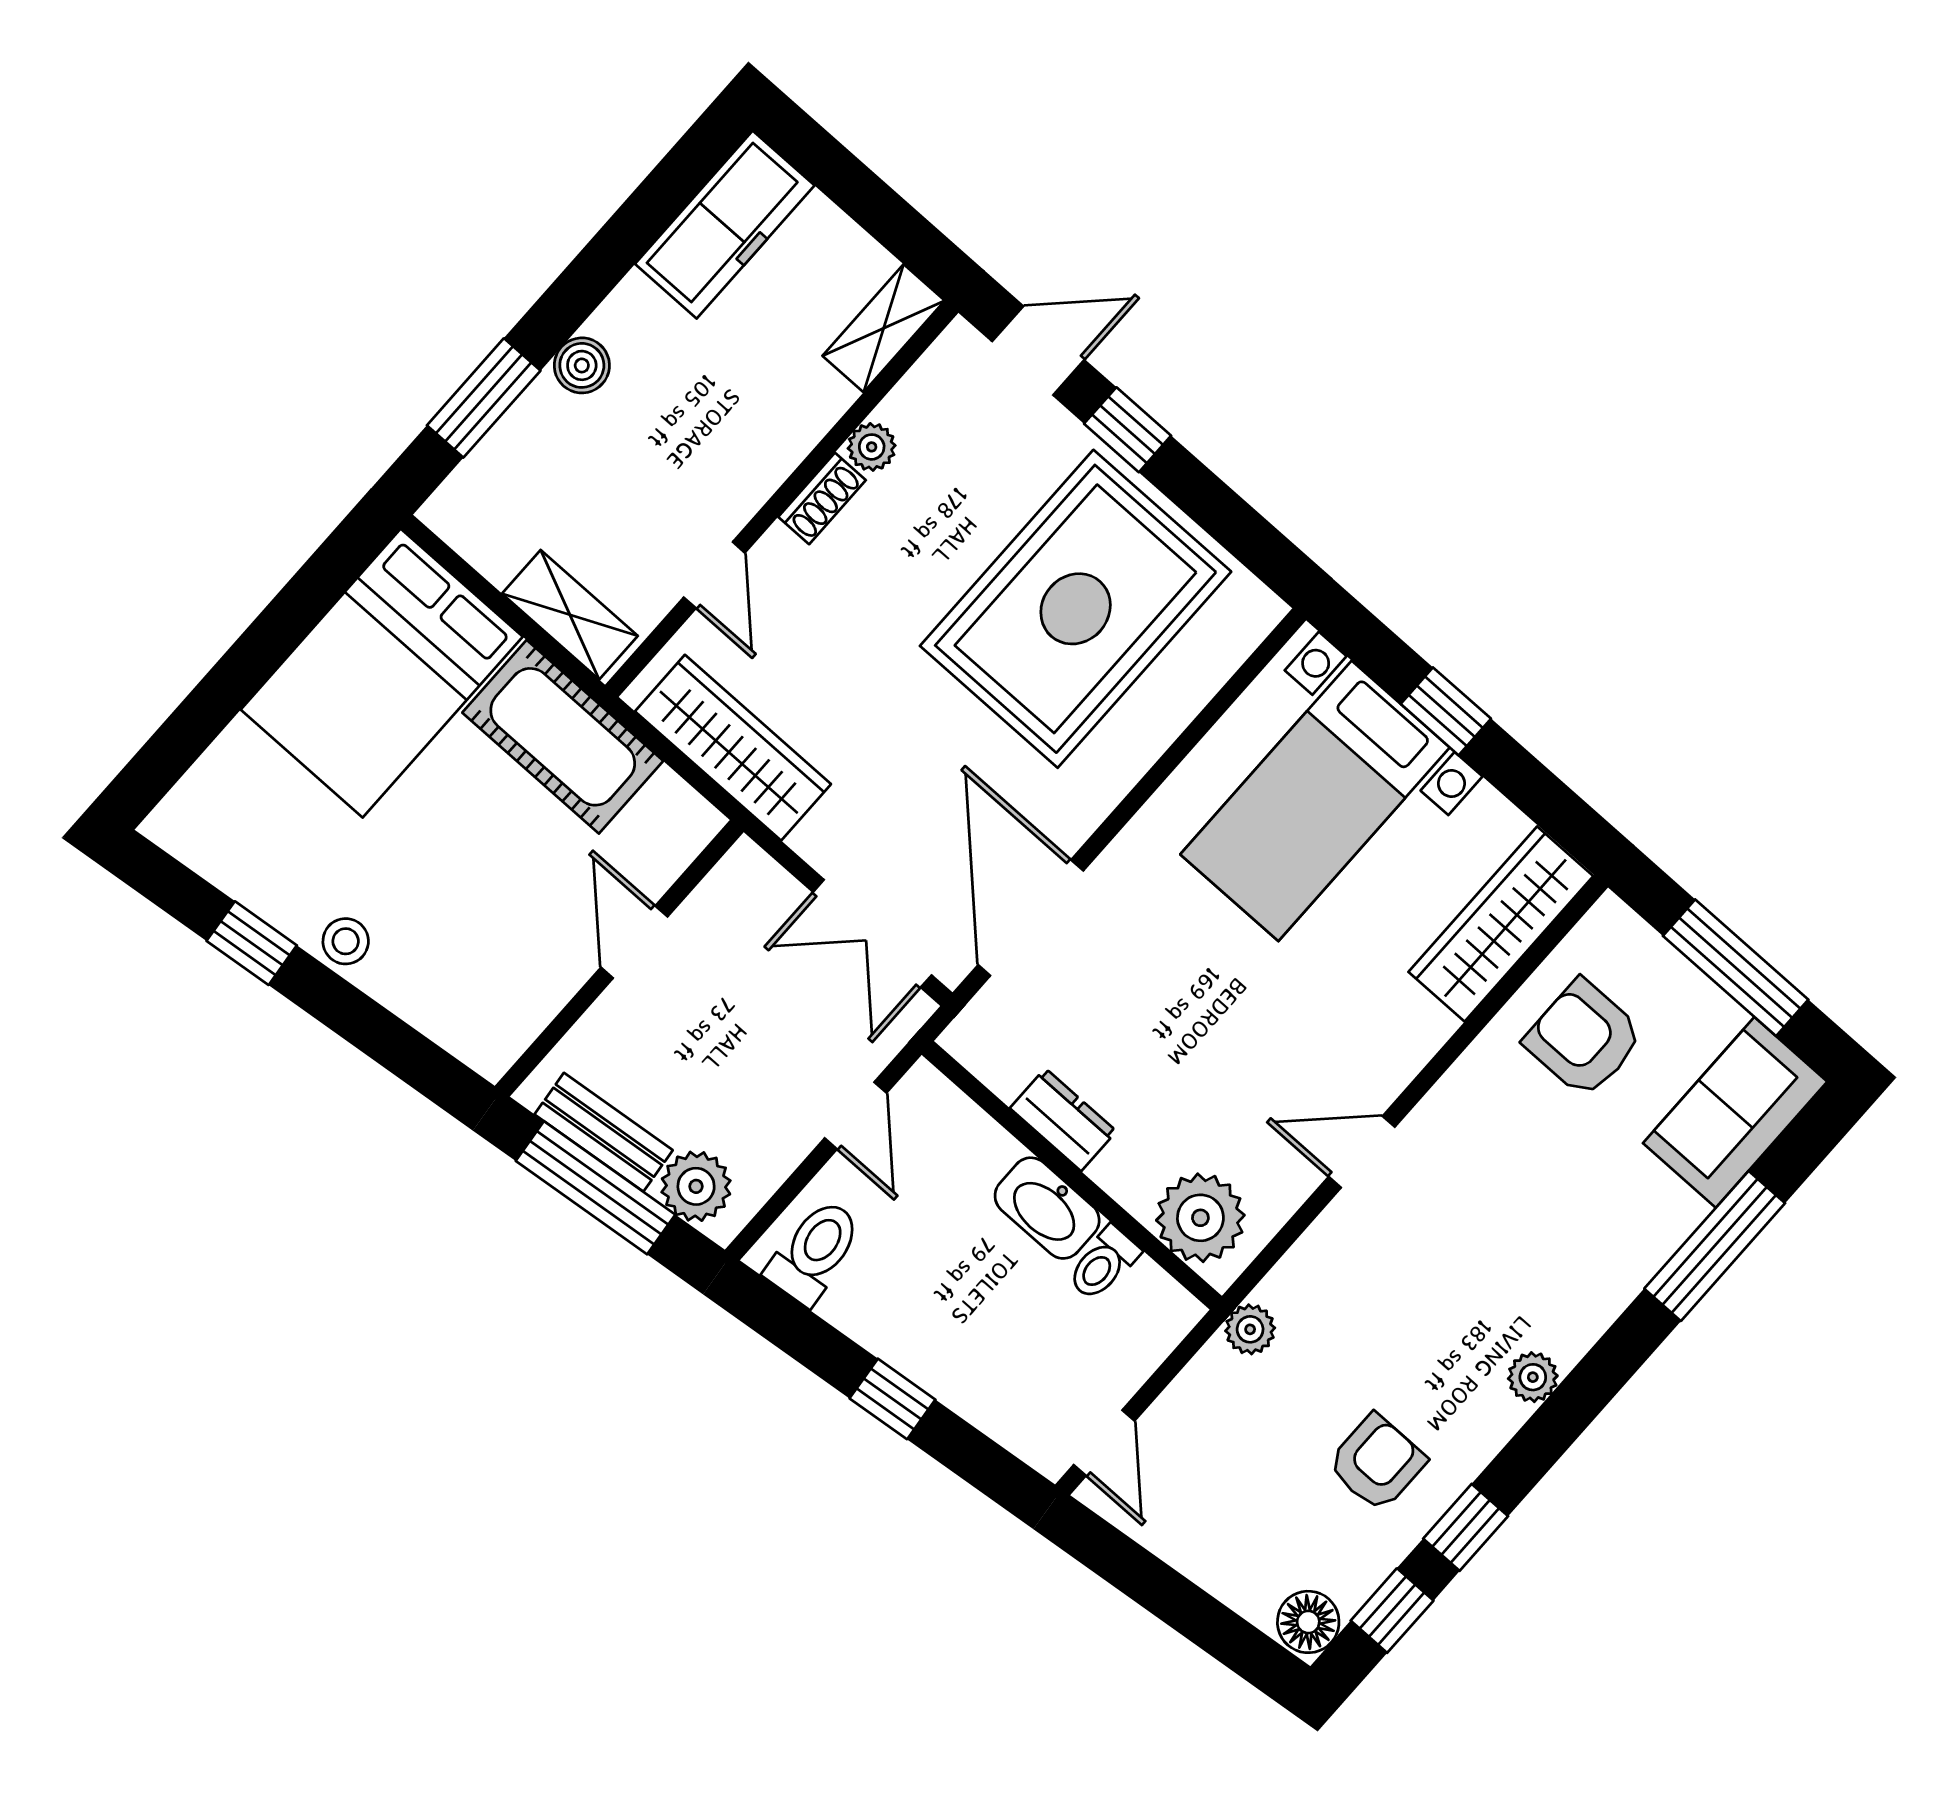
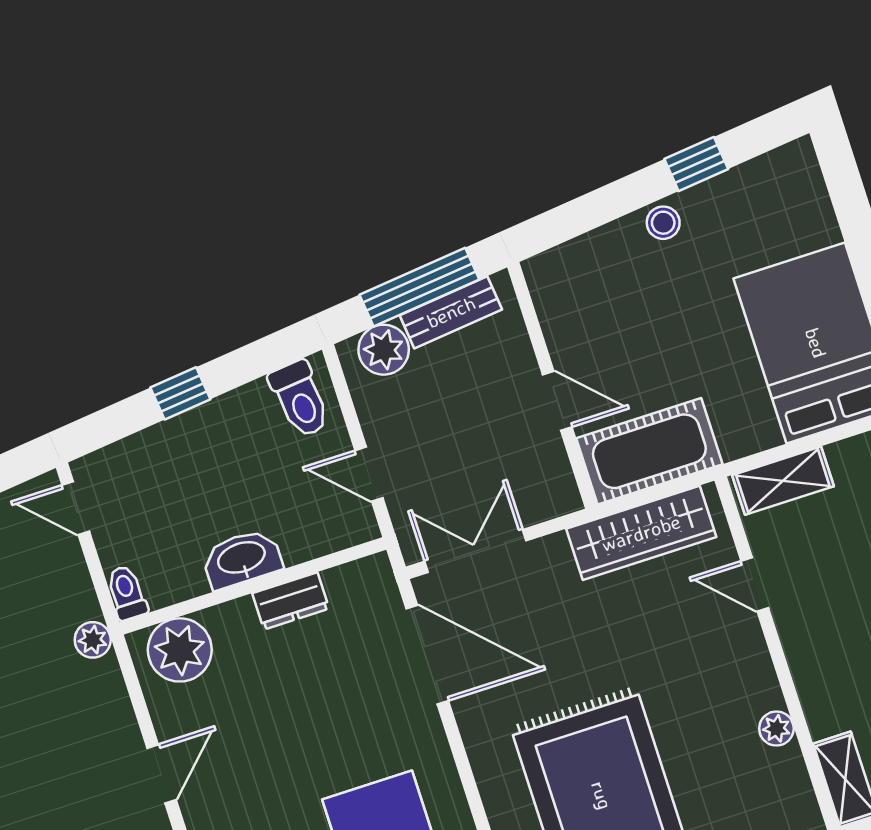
shoe rack: (822, 498) -> (763, 679), removed
cot: (563, 737) -> (649, 451), moved
toilet: (1103, 1263) -> (127, 593), moved

